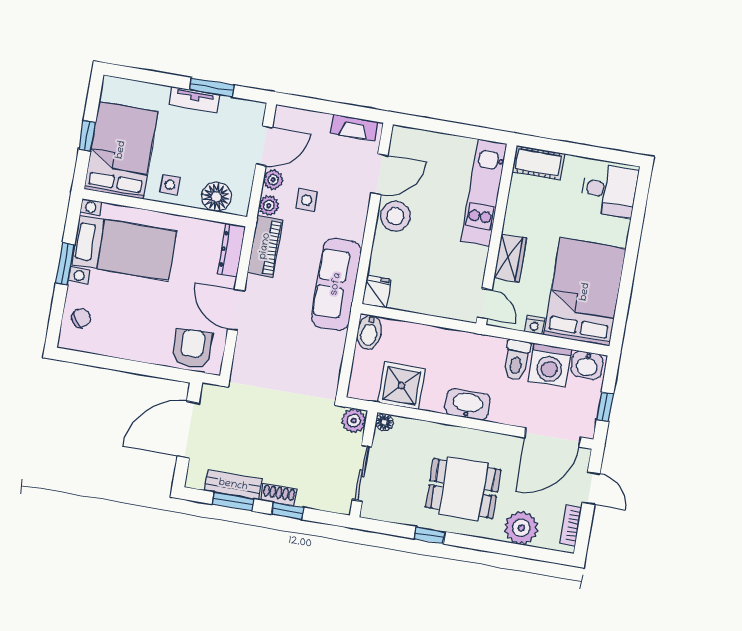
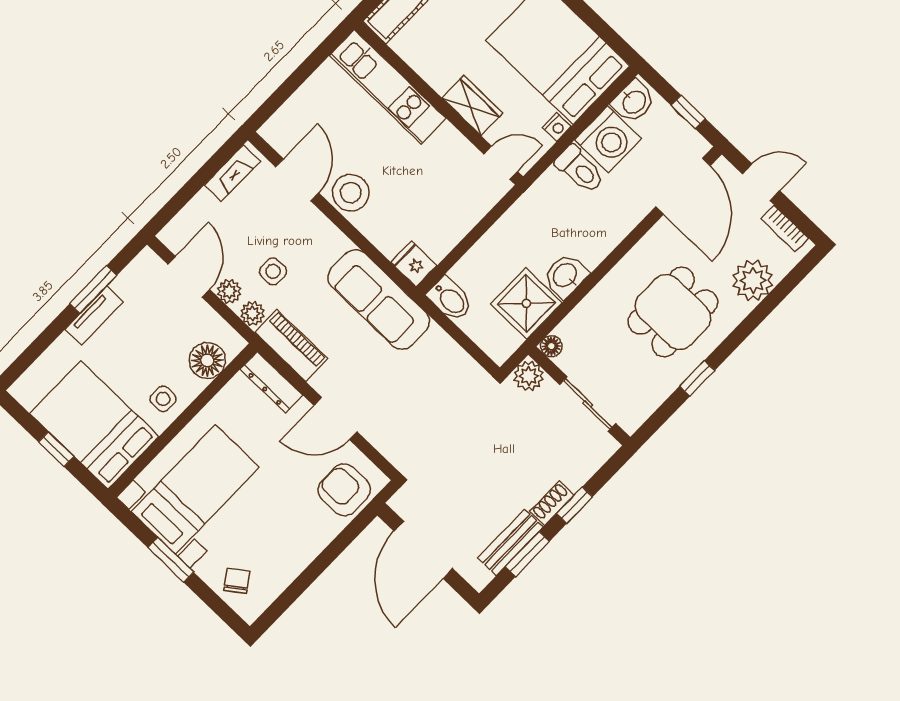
washbasin: (468, 404) -> (566, 276), moved, width x0.72

